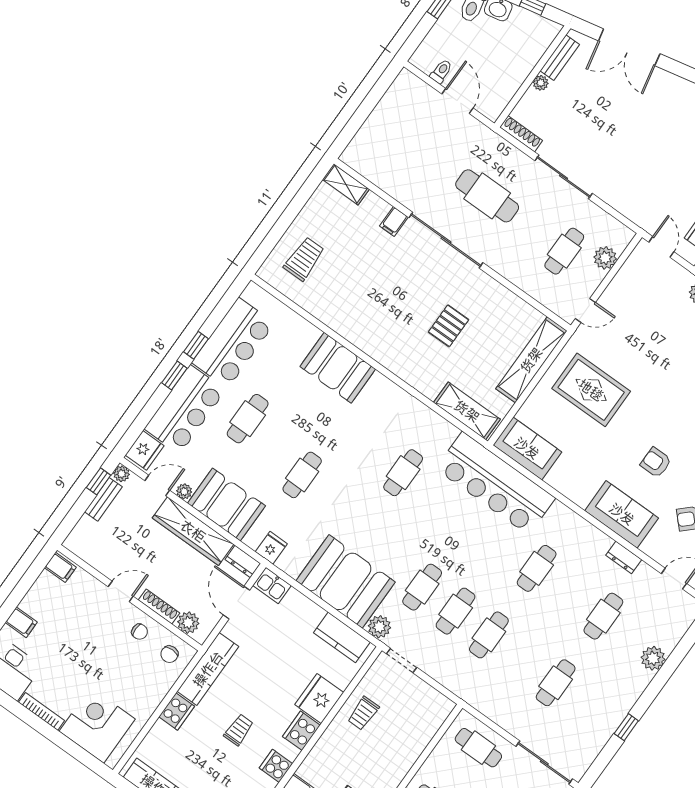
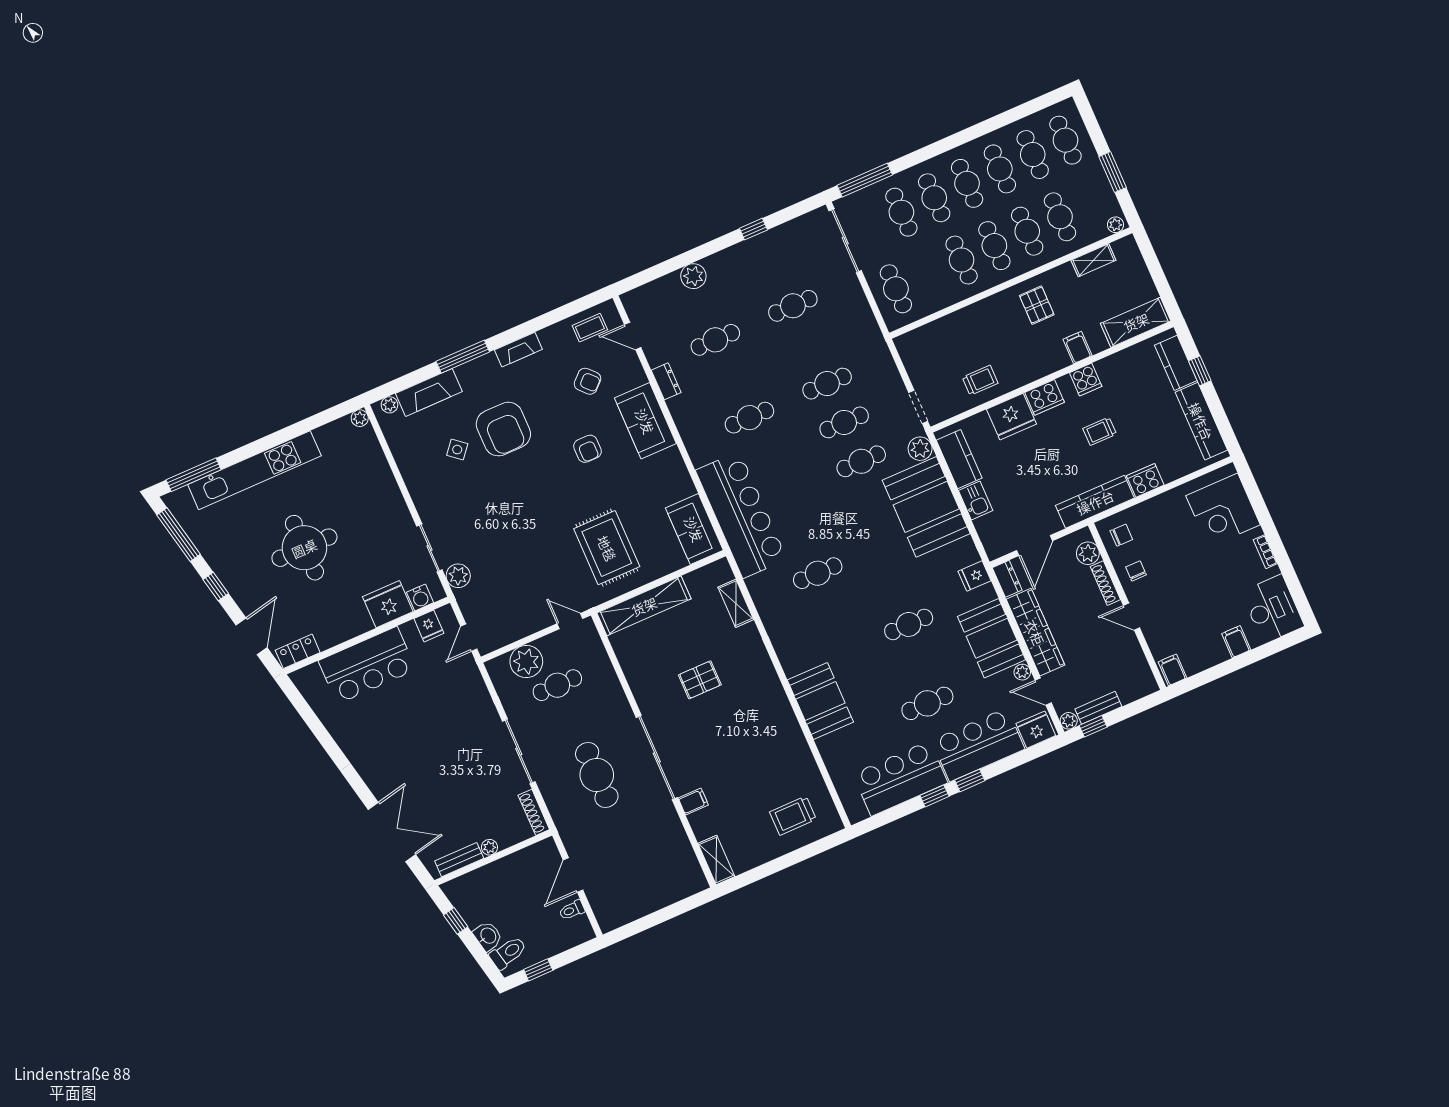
plant: (605, 258) -> (526, 662), width x1.36, depth x1.36
shelving: (467, 411) -> (736, 603), width x0.67, depth x0.75
kitchen sink: (272, 586) -> (976, 501), moved
bookcase: (42, 711) -> (1265, 552), width x0.64

